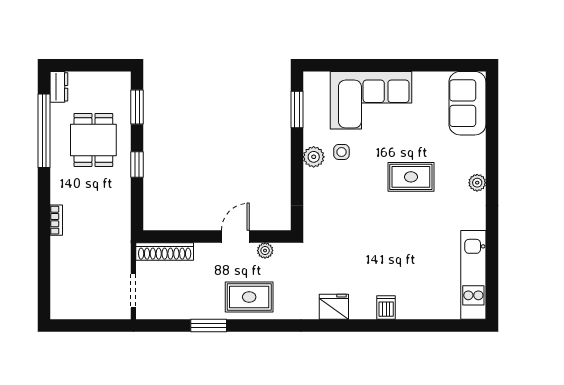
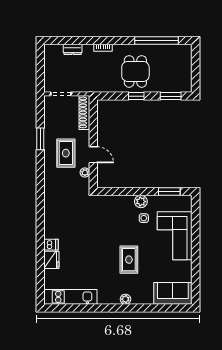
dresser: (59, 87) -> (73, 49), moved
dining table: (93, 140) -> (135, 71), moved, turned 90
rug: (249, 297) -> (66, 153), moved
fridge: (334, 307) -> (51, 260), moved

